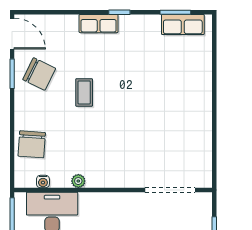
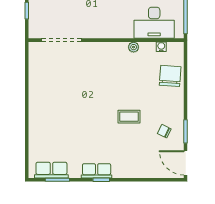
row of seats: (99, 24) -> (97, 171), moved
chair: (39, 74) -> (164, 131), width x0.54, depth x0.54
coffee table: (84, 92) -> (129, 117), turned 90

